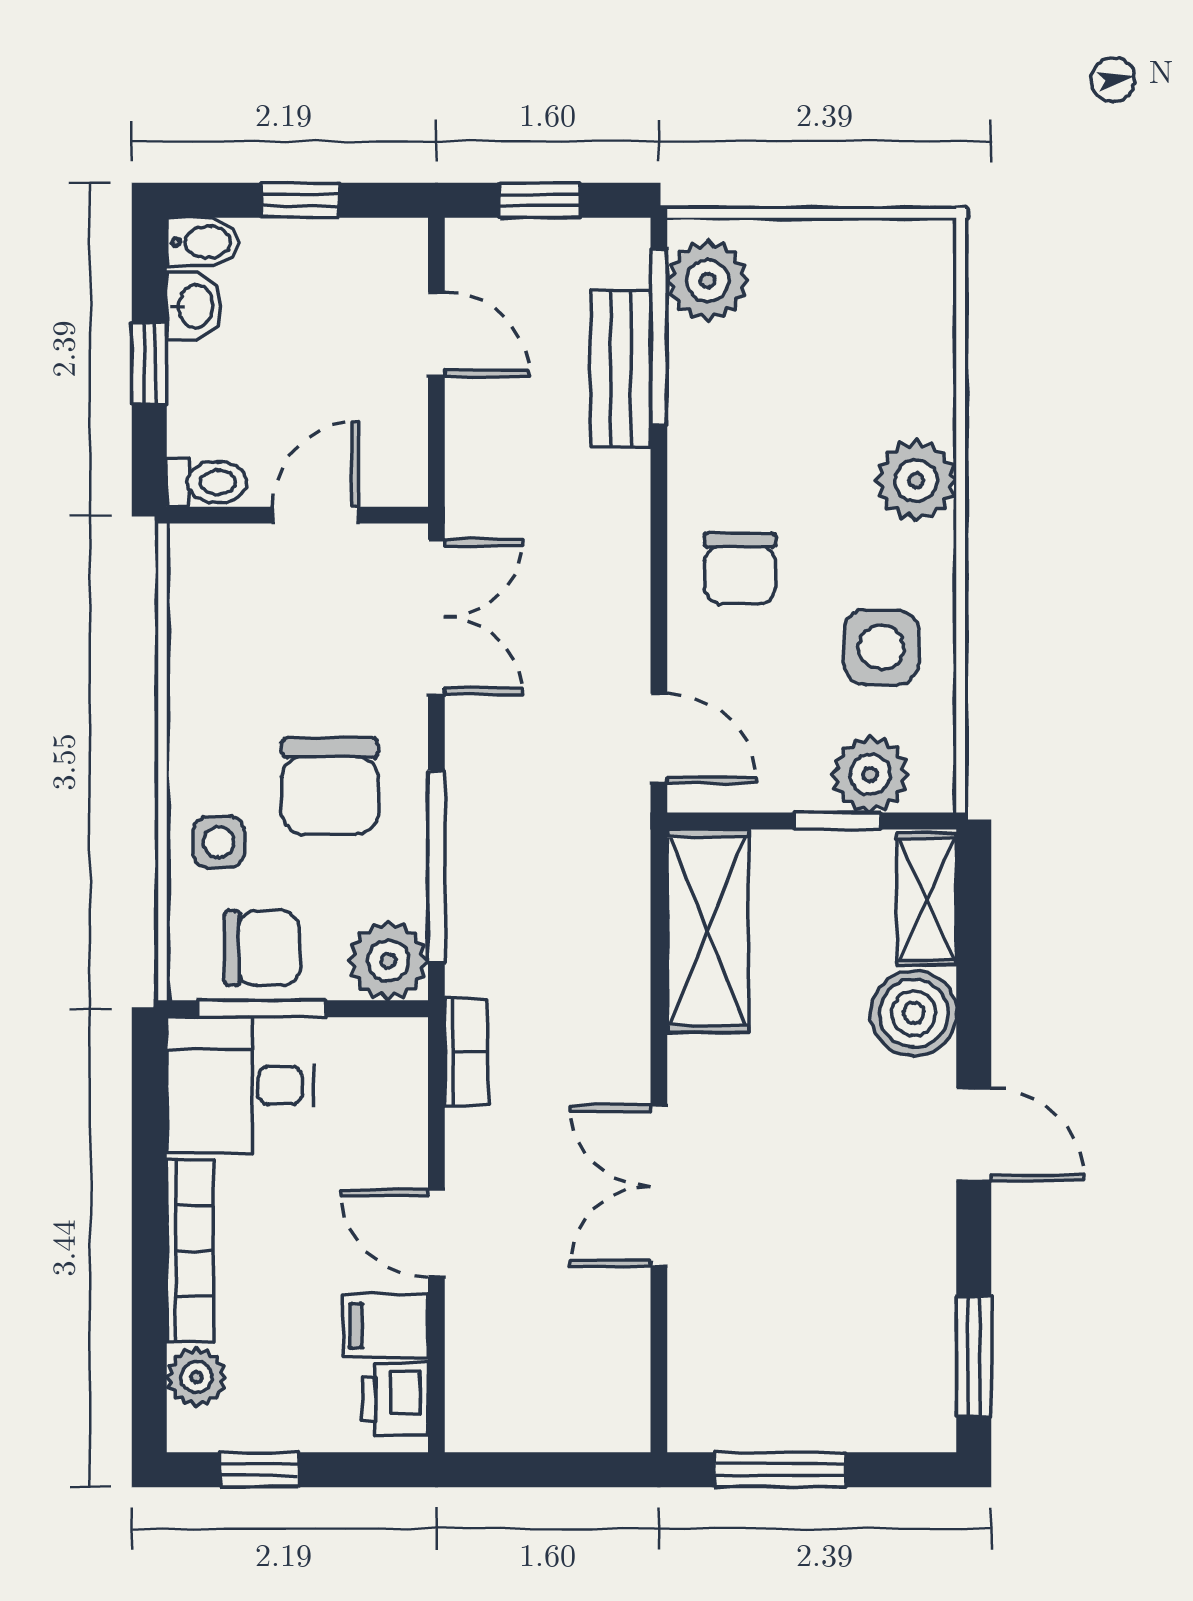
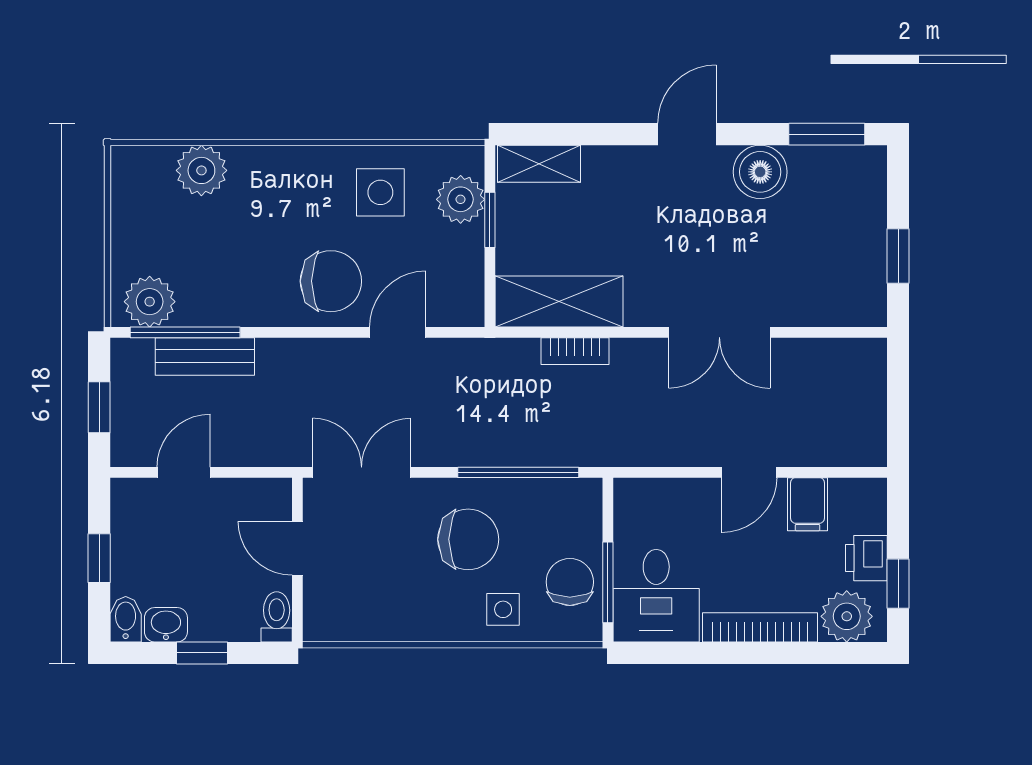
plant: (916, 480) -> (201, 170), moved
chair: (740, 568) -> (331, 281), width x1.37, depth x1.37
door: (659, 738) -> (398, 332), moved
plant: (388, 961) -> (578, 503), removed
boiler: (914, 1013) -> (760, 172), moved
bookcase: (466, 1052) -> (575, 351), moved, turned 180
plant: (196, 1377) -> (847, 616), width x1.38, depth x1.38
printer: (395, 1399) -> (866, 558), moved, turned 90
window: (780, 1470) -> (898, 256), width x0.67

